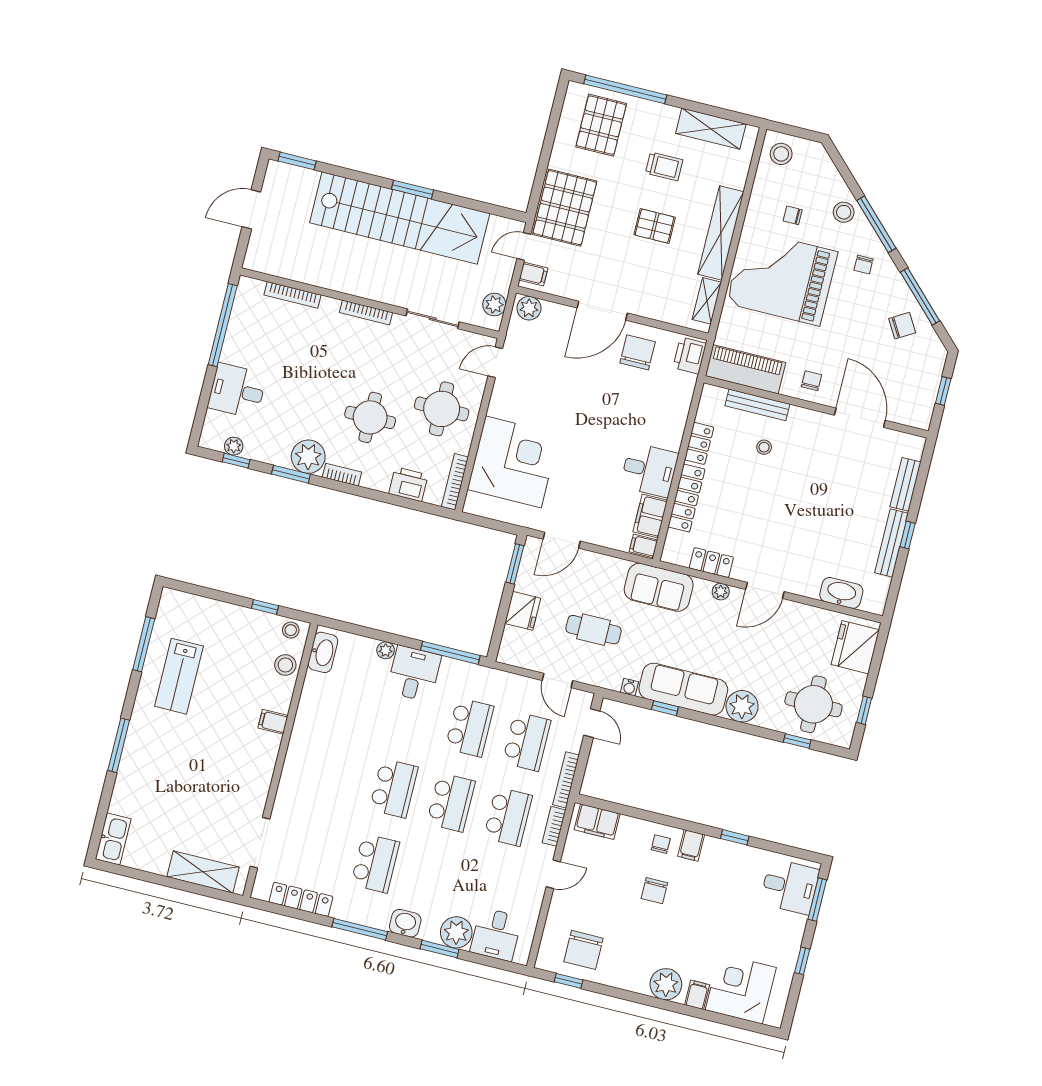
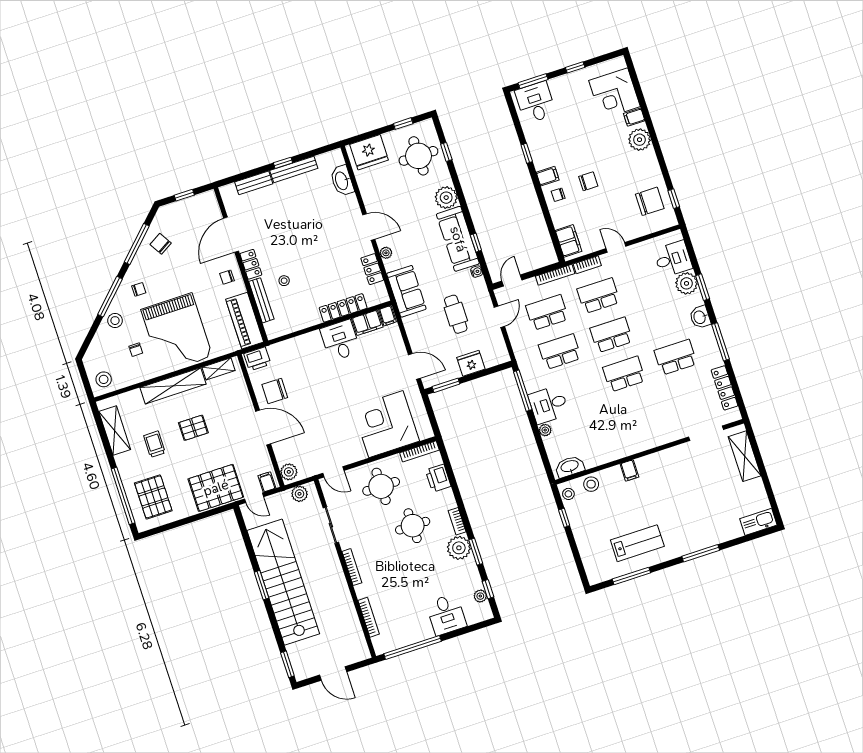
pallet: (601, 125) -> (153, 497), turned 90
pallet: (655, 226) -> (193, 428), turned 90
locker: (699, 443) -> (251, 264), moved, turned 90

